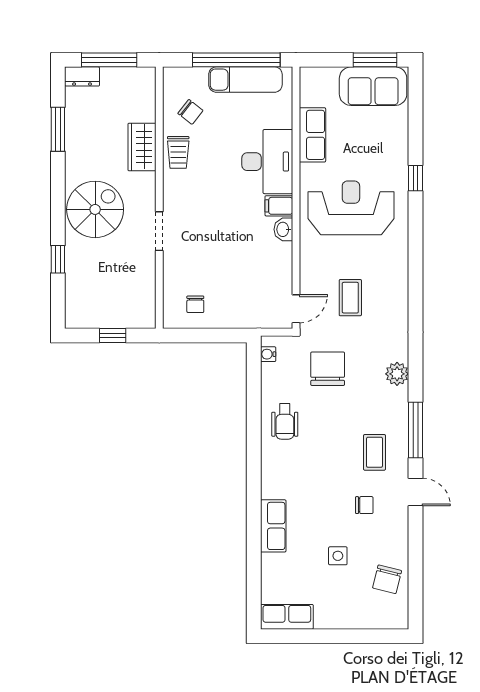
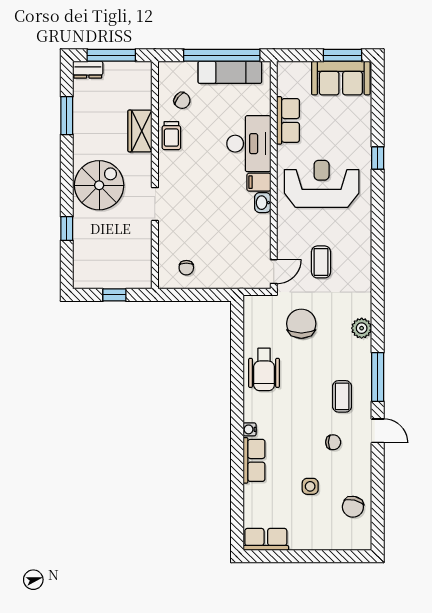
water cooler: (268, 354) -> (250, 429), moved
wheelchair: (285, 421) -> (264, 369), width x1.36, depth x1.37

